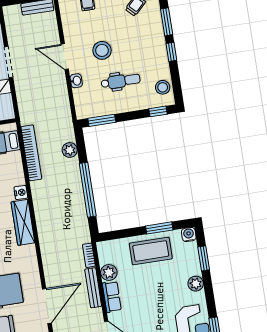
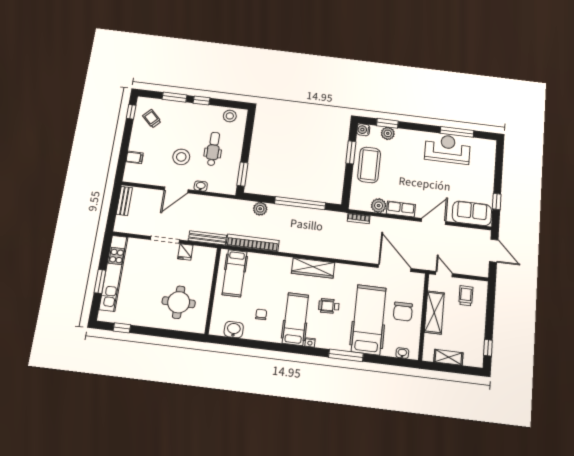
window: (158, 111) -> (249, 125), removed
nightstand: (21, 193) -> (286, 262), removed
plant: (196, 284) -> (388, 133), moved
bench: (93, 288) -> (207, 238), moved

